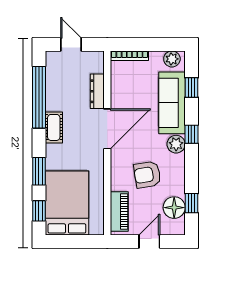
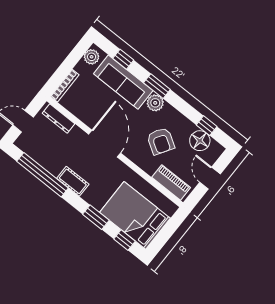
dresser: (97, 91) -> (58, 119), moved
window: (191, 134) -> (157, 86), width x1.50
armchair: (147, 175) -> (161, 141), turned -49

